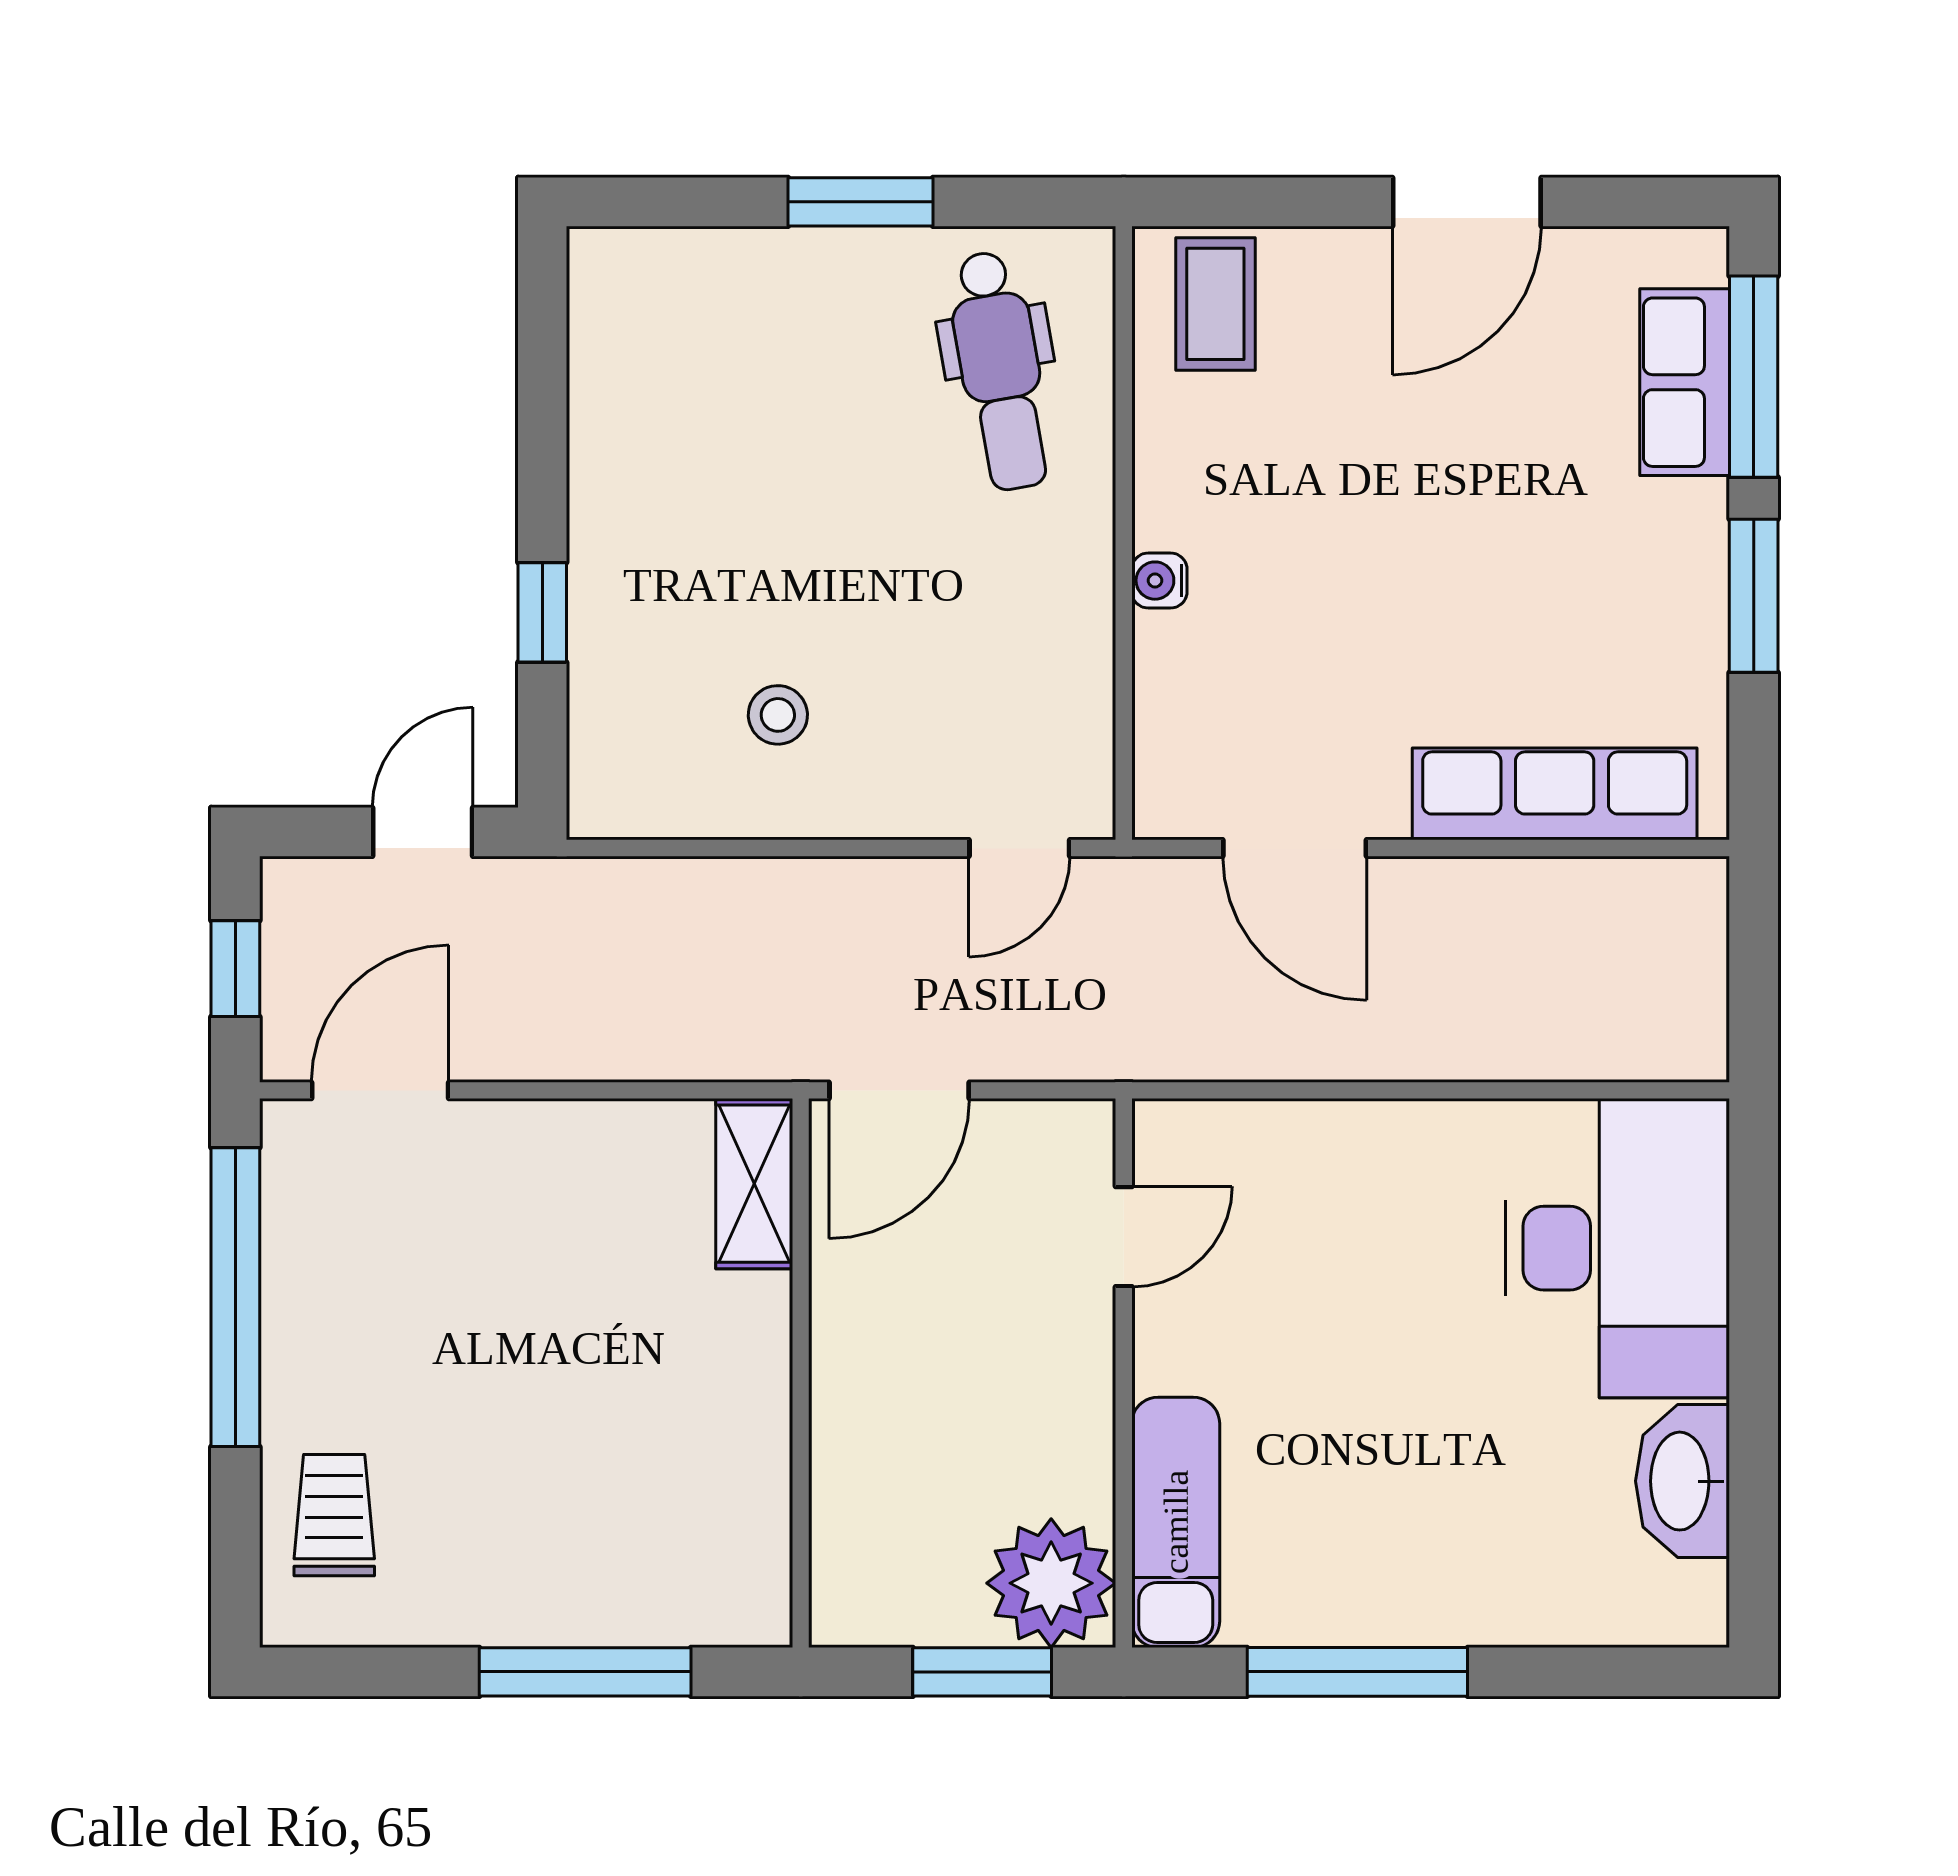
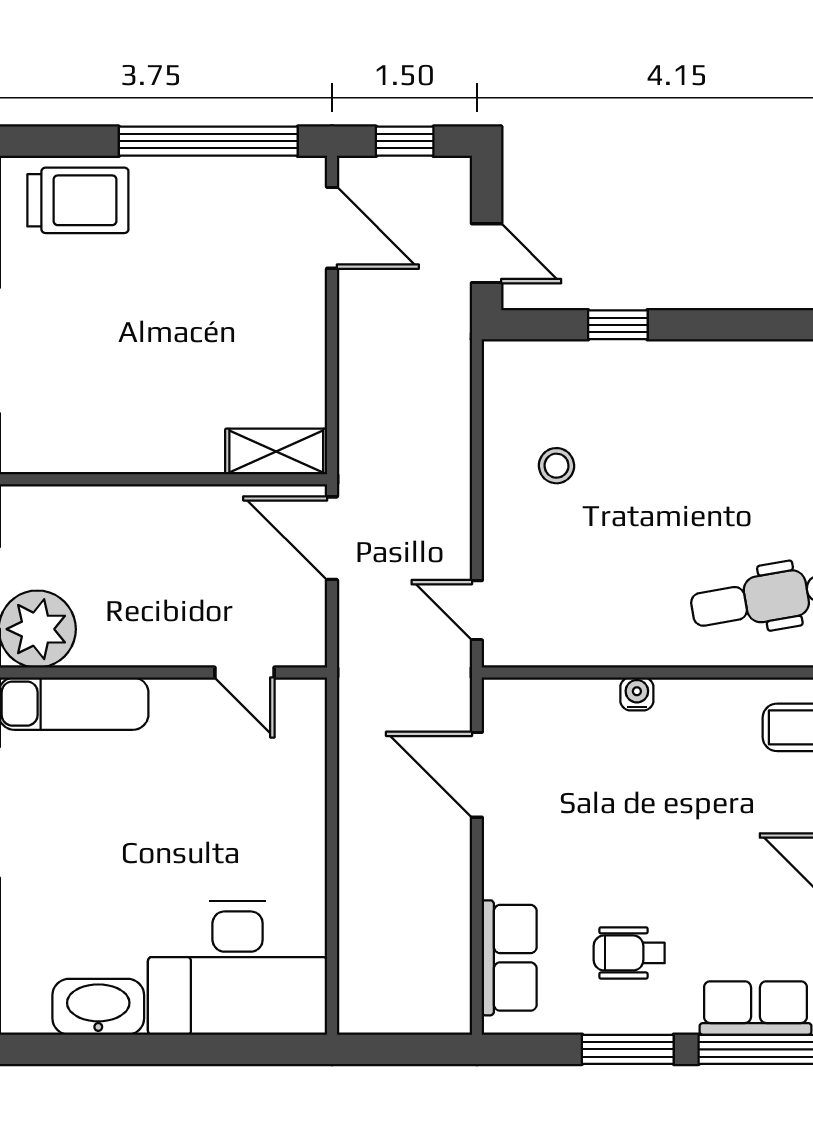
wheelchair: (1593, 593) -> (629, 953), added
row of seats: (1555, 794) -> (509, 958), width x0.68
door: (1295, 848) -> (477, 775), hinge flipped
trolley: (334, 1515) -> (78, 200), width x1.36, depth x1.39

